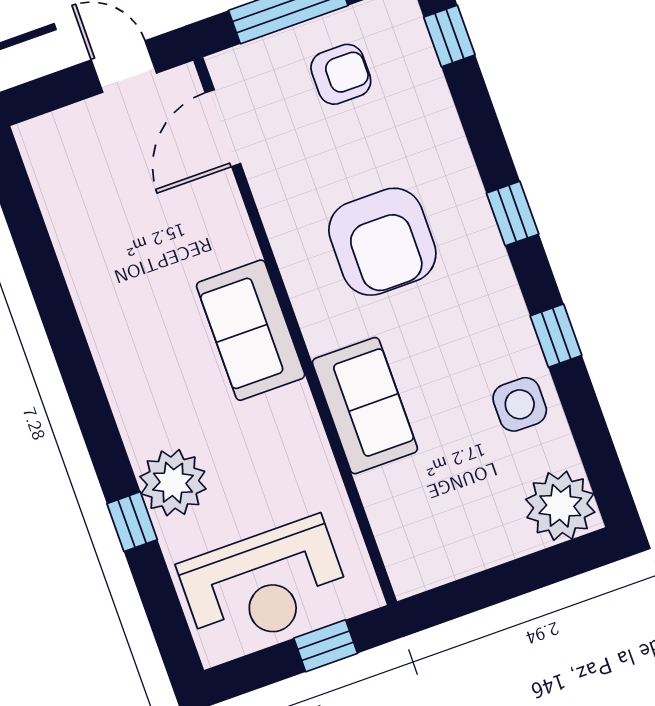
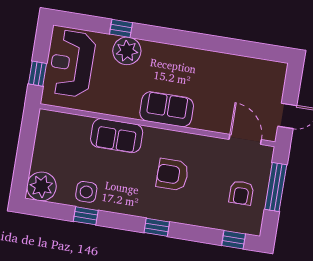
armchair: (382, 242) -> (172, 175), width x0.73, depth x0.73
window: (556, 336) -> (86, 216), moved

